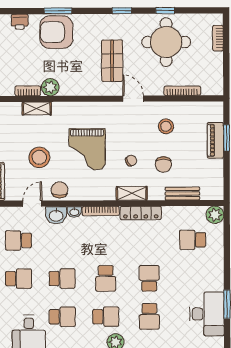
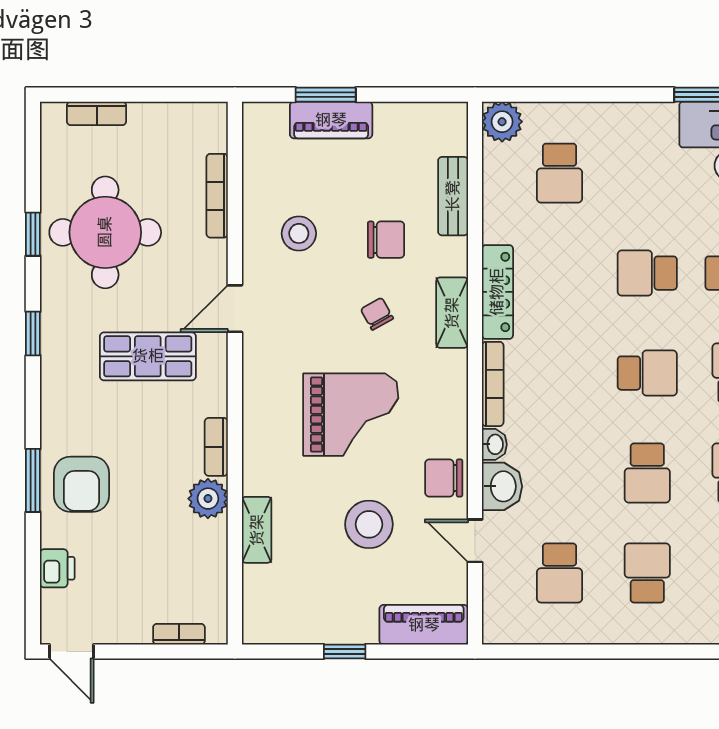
armchair: (56, 32) -> (81, 484), width x0.73, depth x0.73
bookcase: (28, 91) -> (216, 447), moved
school desk: (62, 279) -> (647, 473), turned 180

